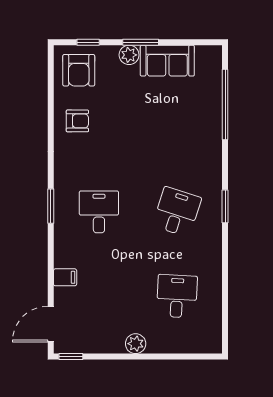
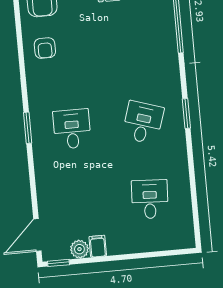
armchair: (77, 121) -> (45, 48), turned 90
filing cabinet: (65, 277) -> (98, 246), moved, turned -90
plant: (136, 344) -> (79, 249), moved

